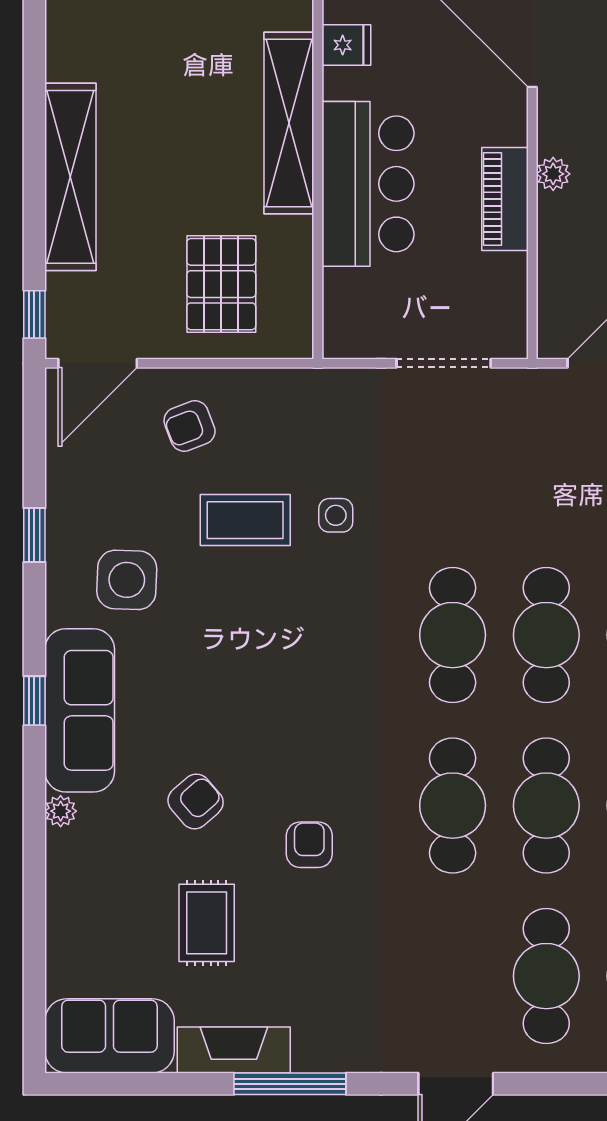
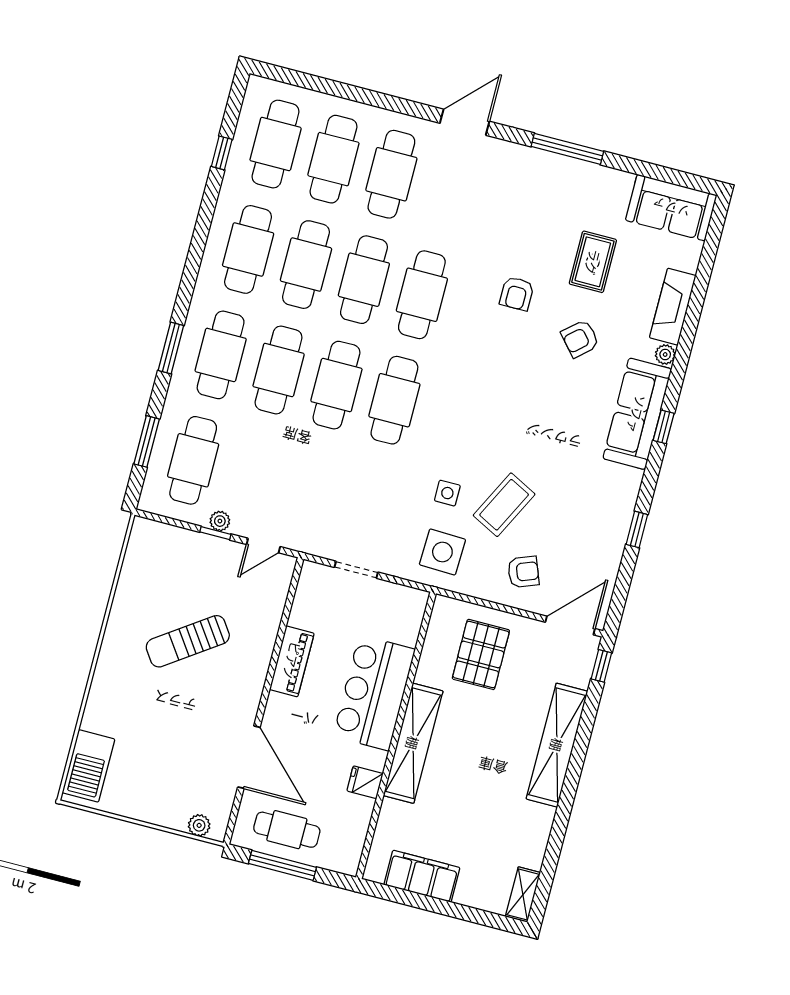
plant: (553, 174) -> (258, 669), removed
doorway: (444, 363) -> (356, 570), width x0.73
coffee table: (245, 520) -> (504, 505), turned -63
side table: (127, 580) -> (442, 552), moved
fireplace: (234, 1050) -> (673, 307), moved, turned 90

